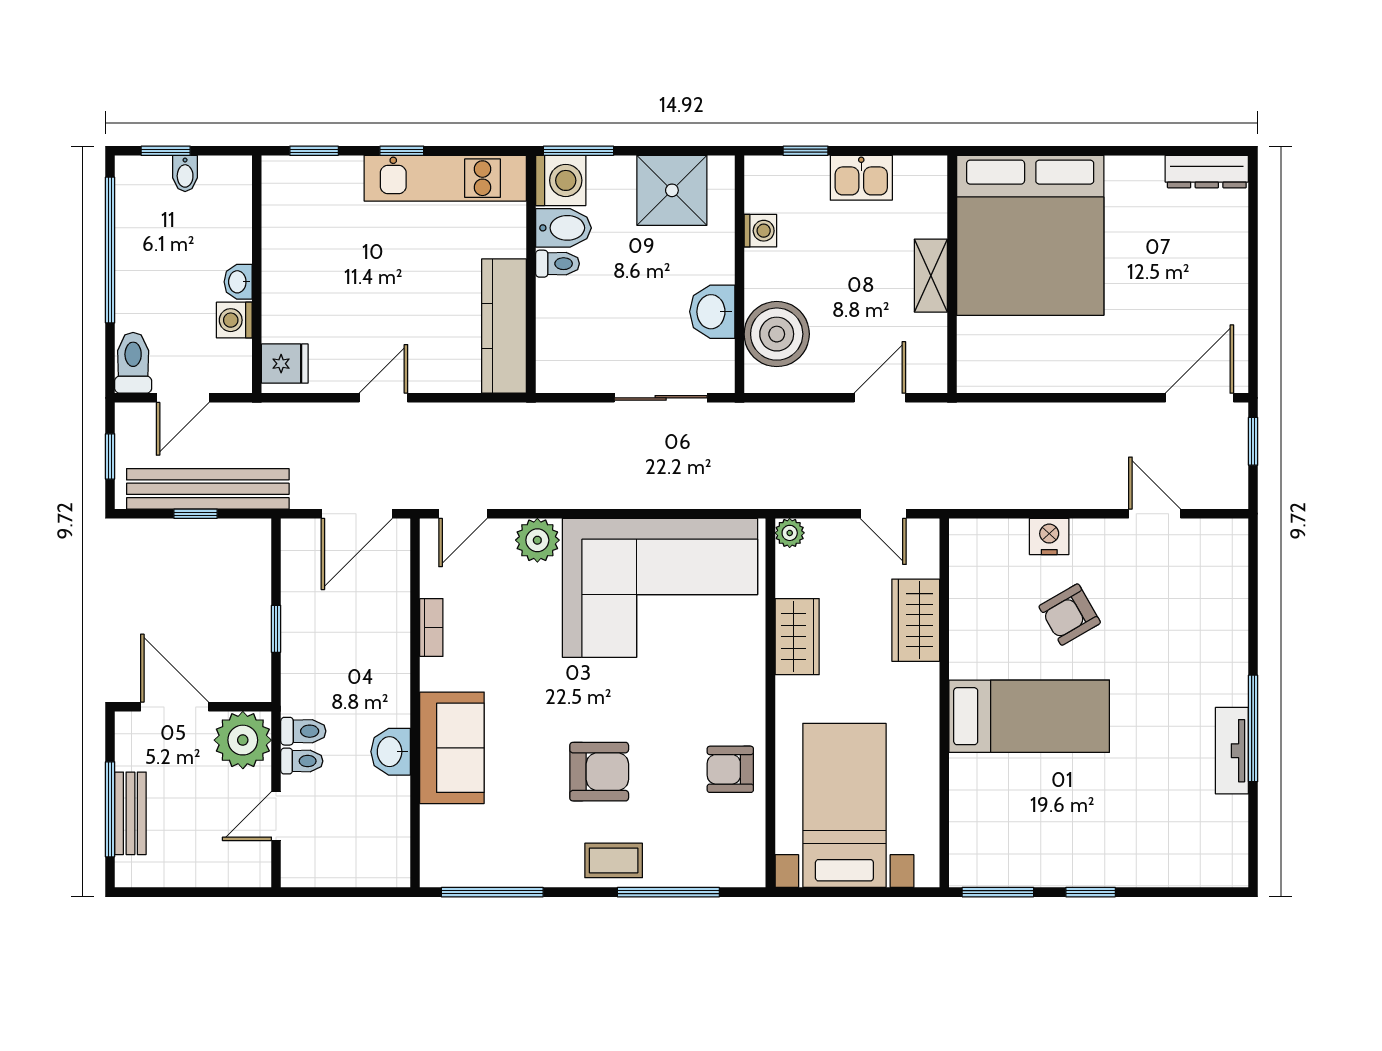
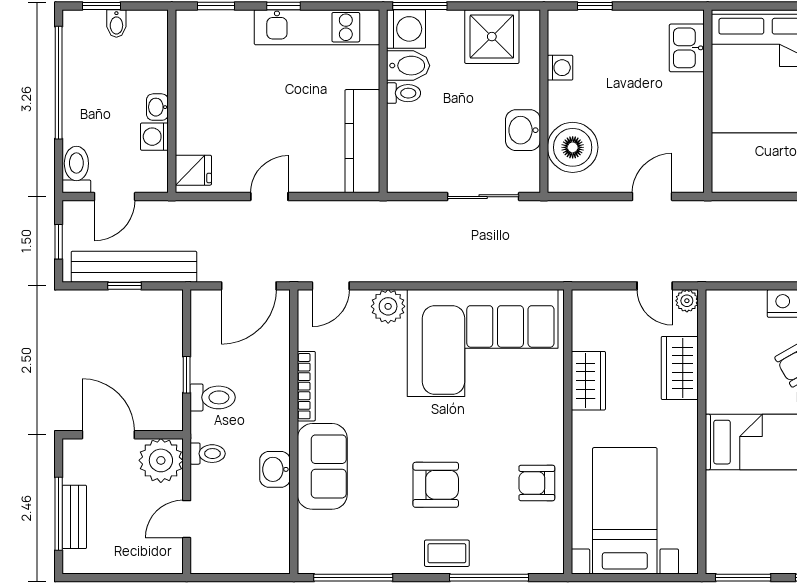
kitchen sink: (861, 178) -> (687, 48), moved, turned 90
shelving: (931, 276) -> (691, 102), removed
plant: (790, 533) -> (687, 301), moved
bookcase: (431, 627) -> (306, 386), width x1.56
toilet: (302, 761) -> (213, 397), moved, width x1.37, depth x1.39

